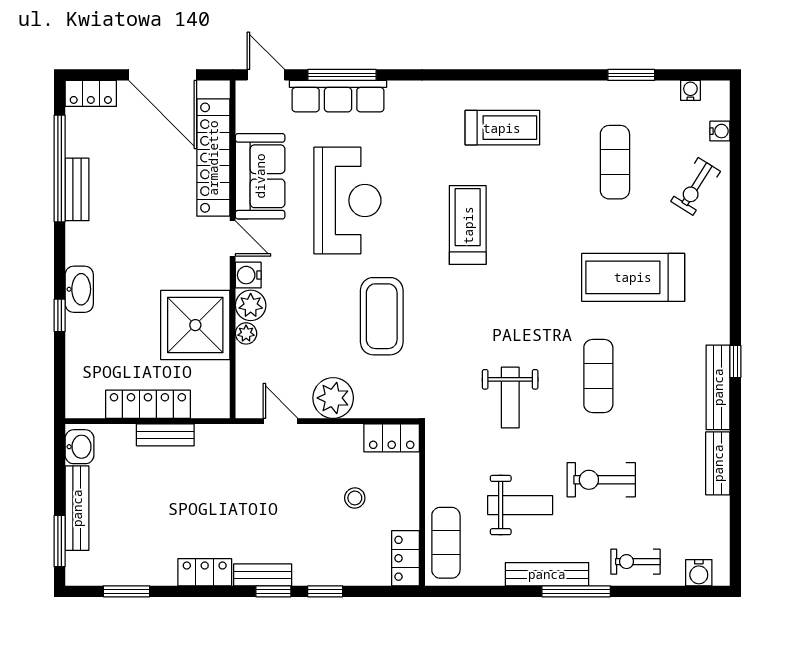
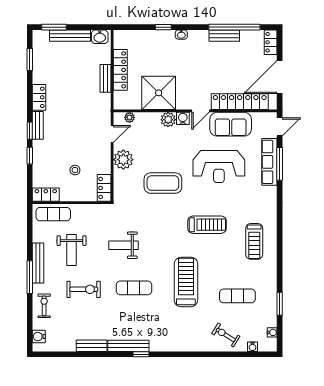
treadmill: (633, 277) -> (186, 282), moved
washbasin: (79, 289) -> (181, 35), width x0.52, depth x0.69
plant: (246, 333) -> (130, 117), moved
exercise bike: (601, 480) -> (84, 289), turned 90

